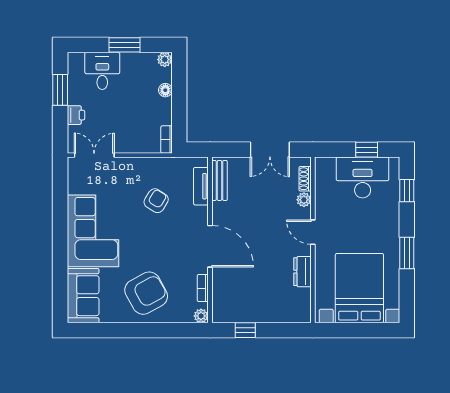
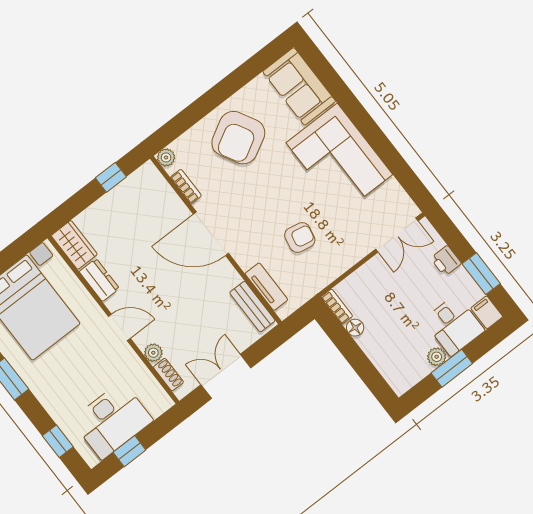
plant: (165, 60) -> (437, 357), moved
filing cabinet: (75, 63) -> (487, 312), added
floor lamp: (165, 90) -> (355, 328), moved
armchair: (156, 201) -> (300, 237), turned -111
wardrobe: (301, 306) -> (74, 245), added

